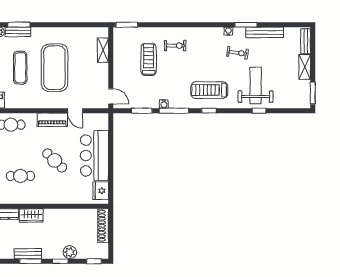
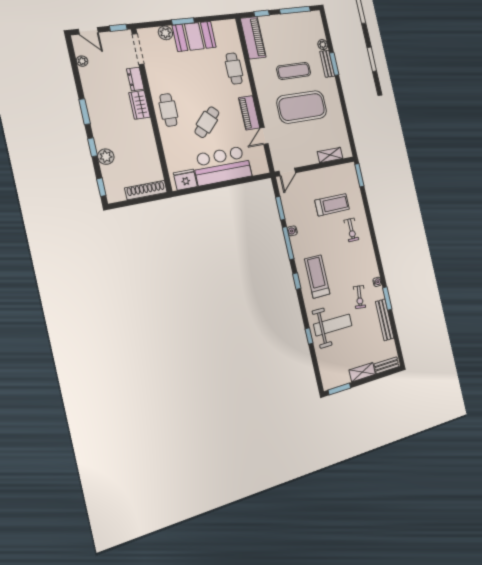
cafe table: (20, 176) -> (168, 110), moved
bench: (28, 254) -> (93, 107), removed

